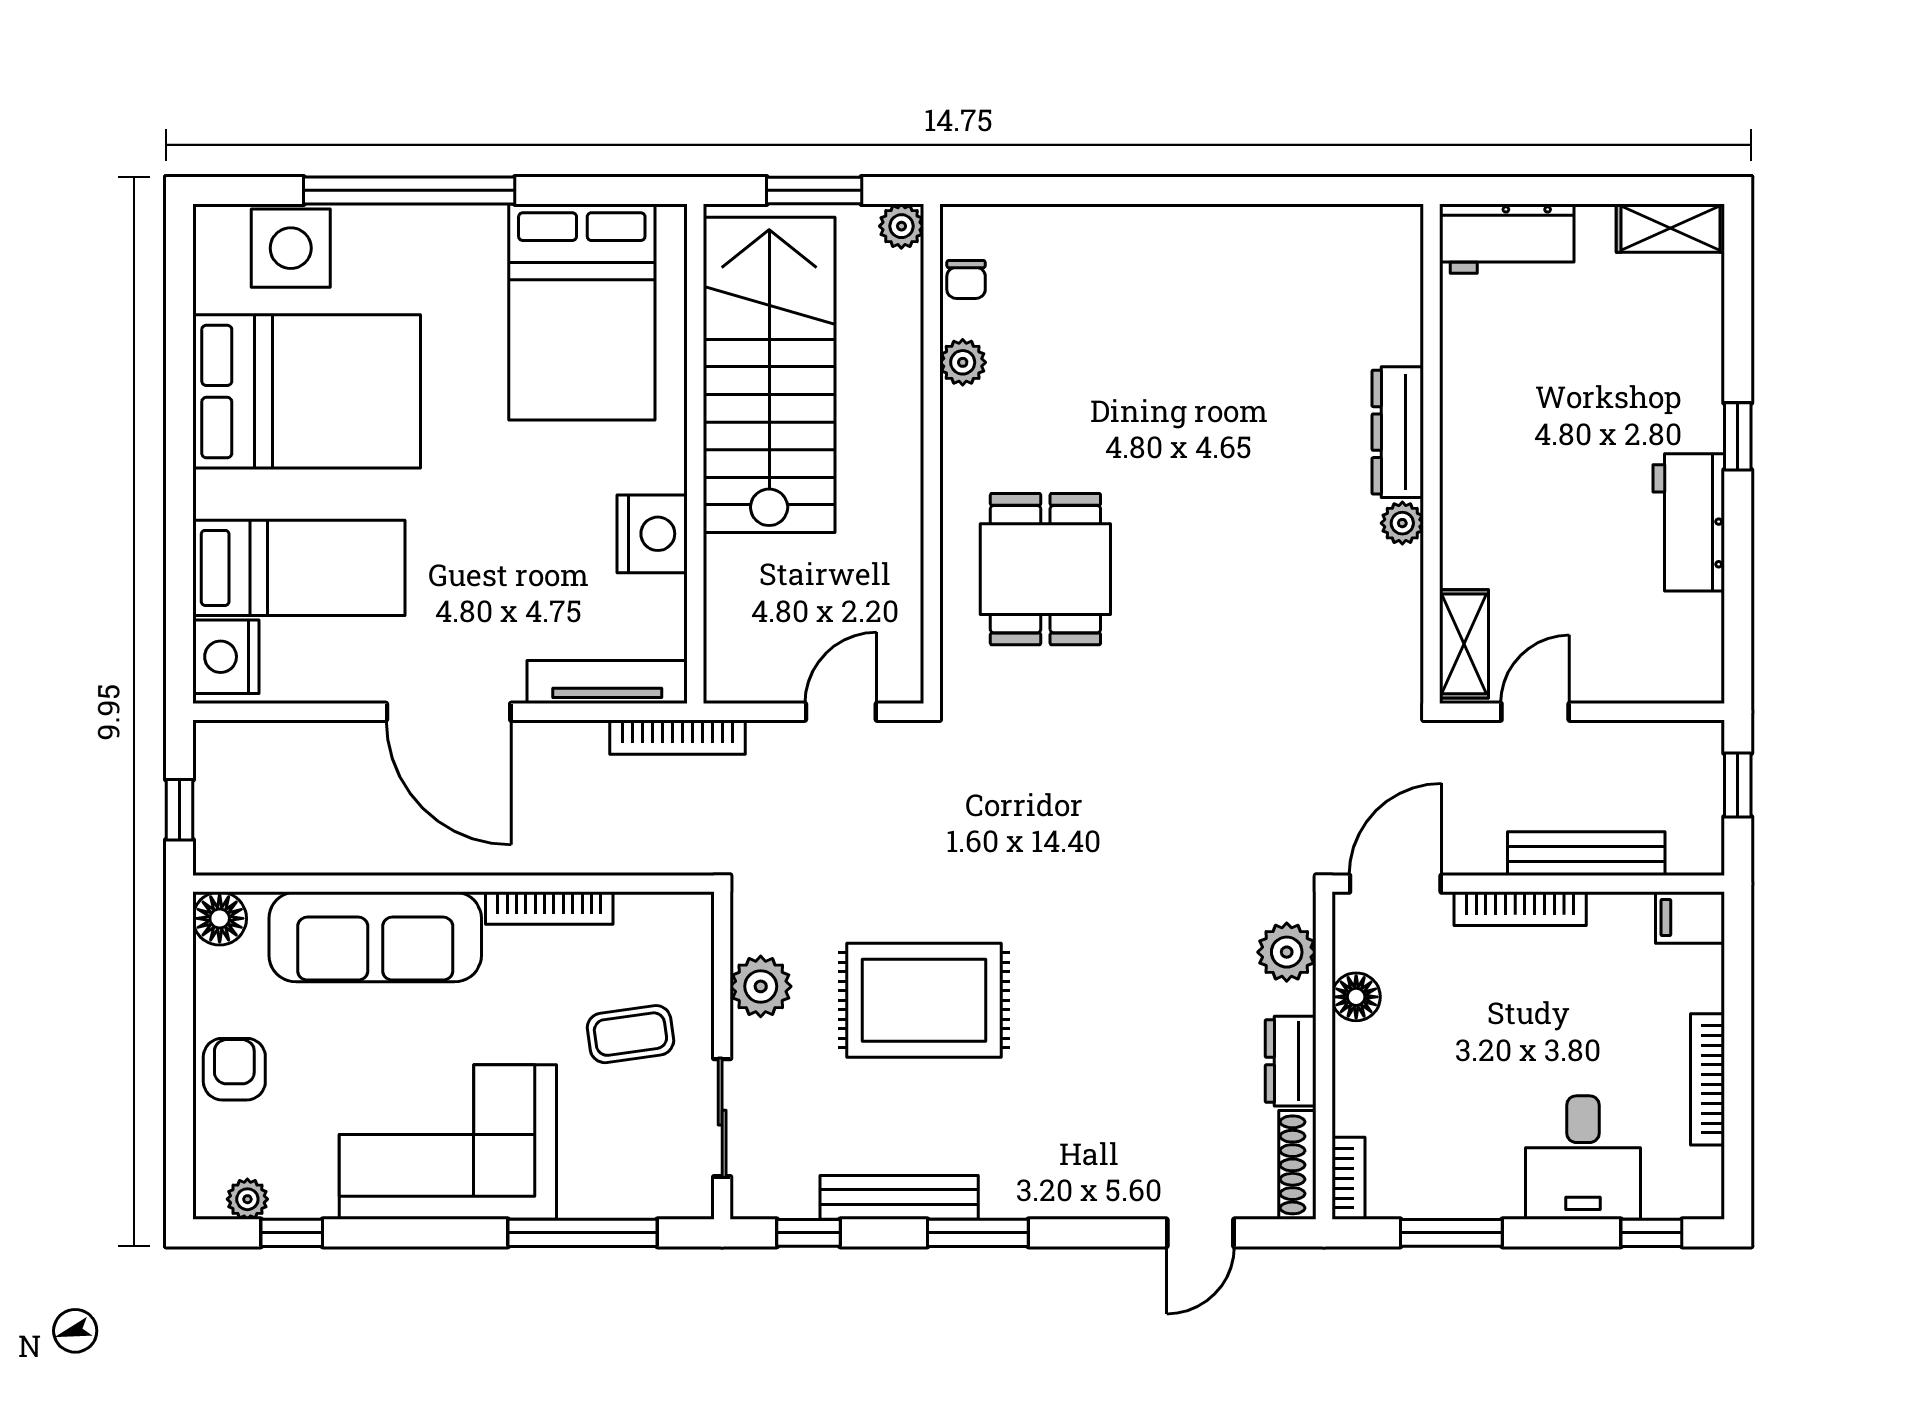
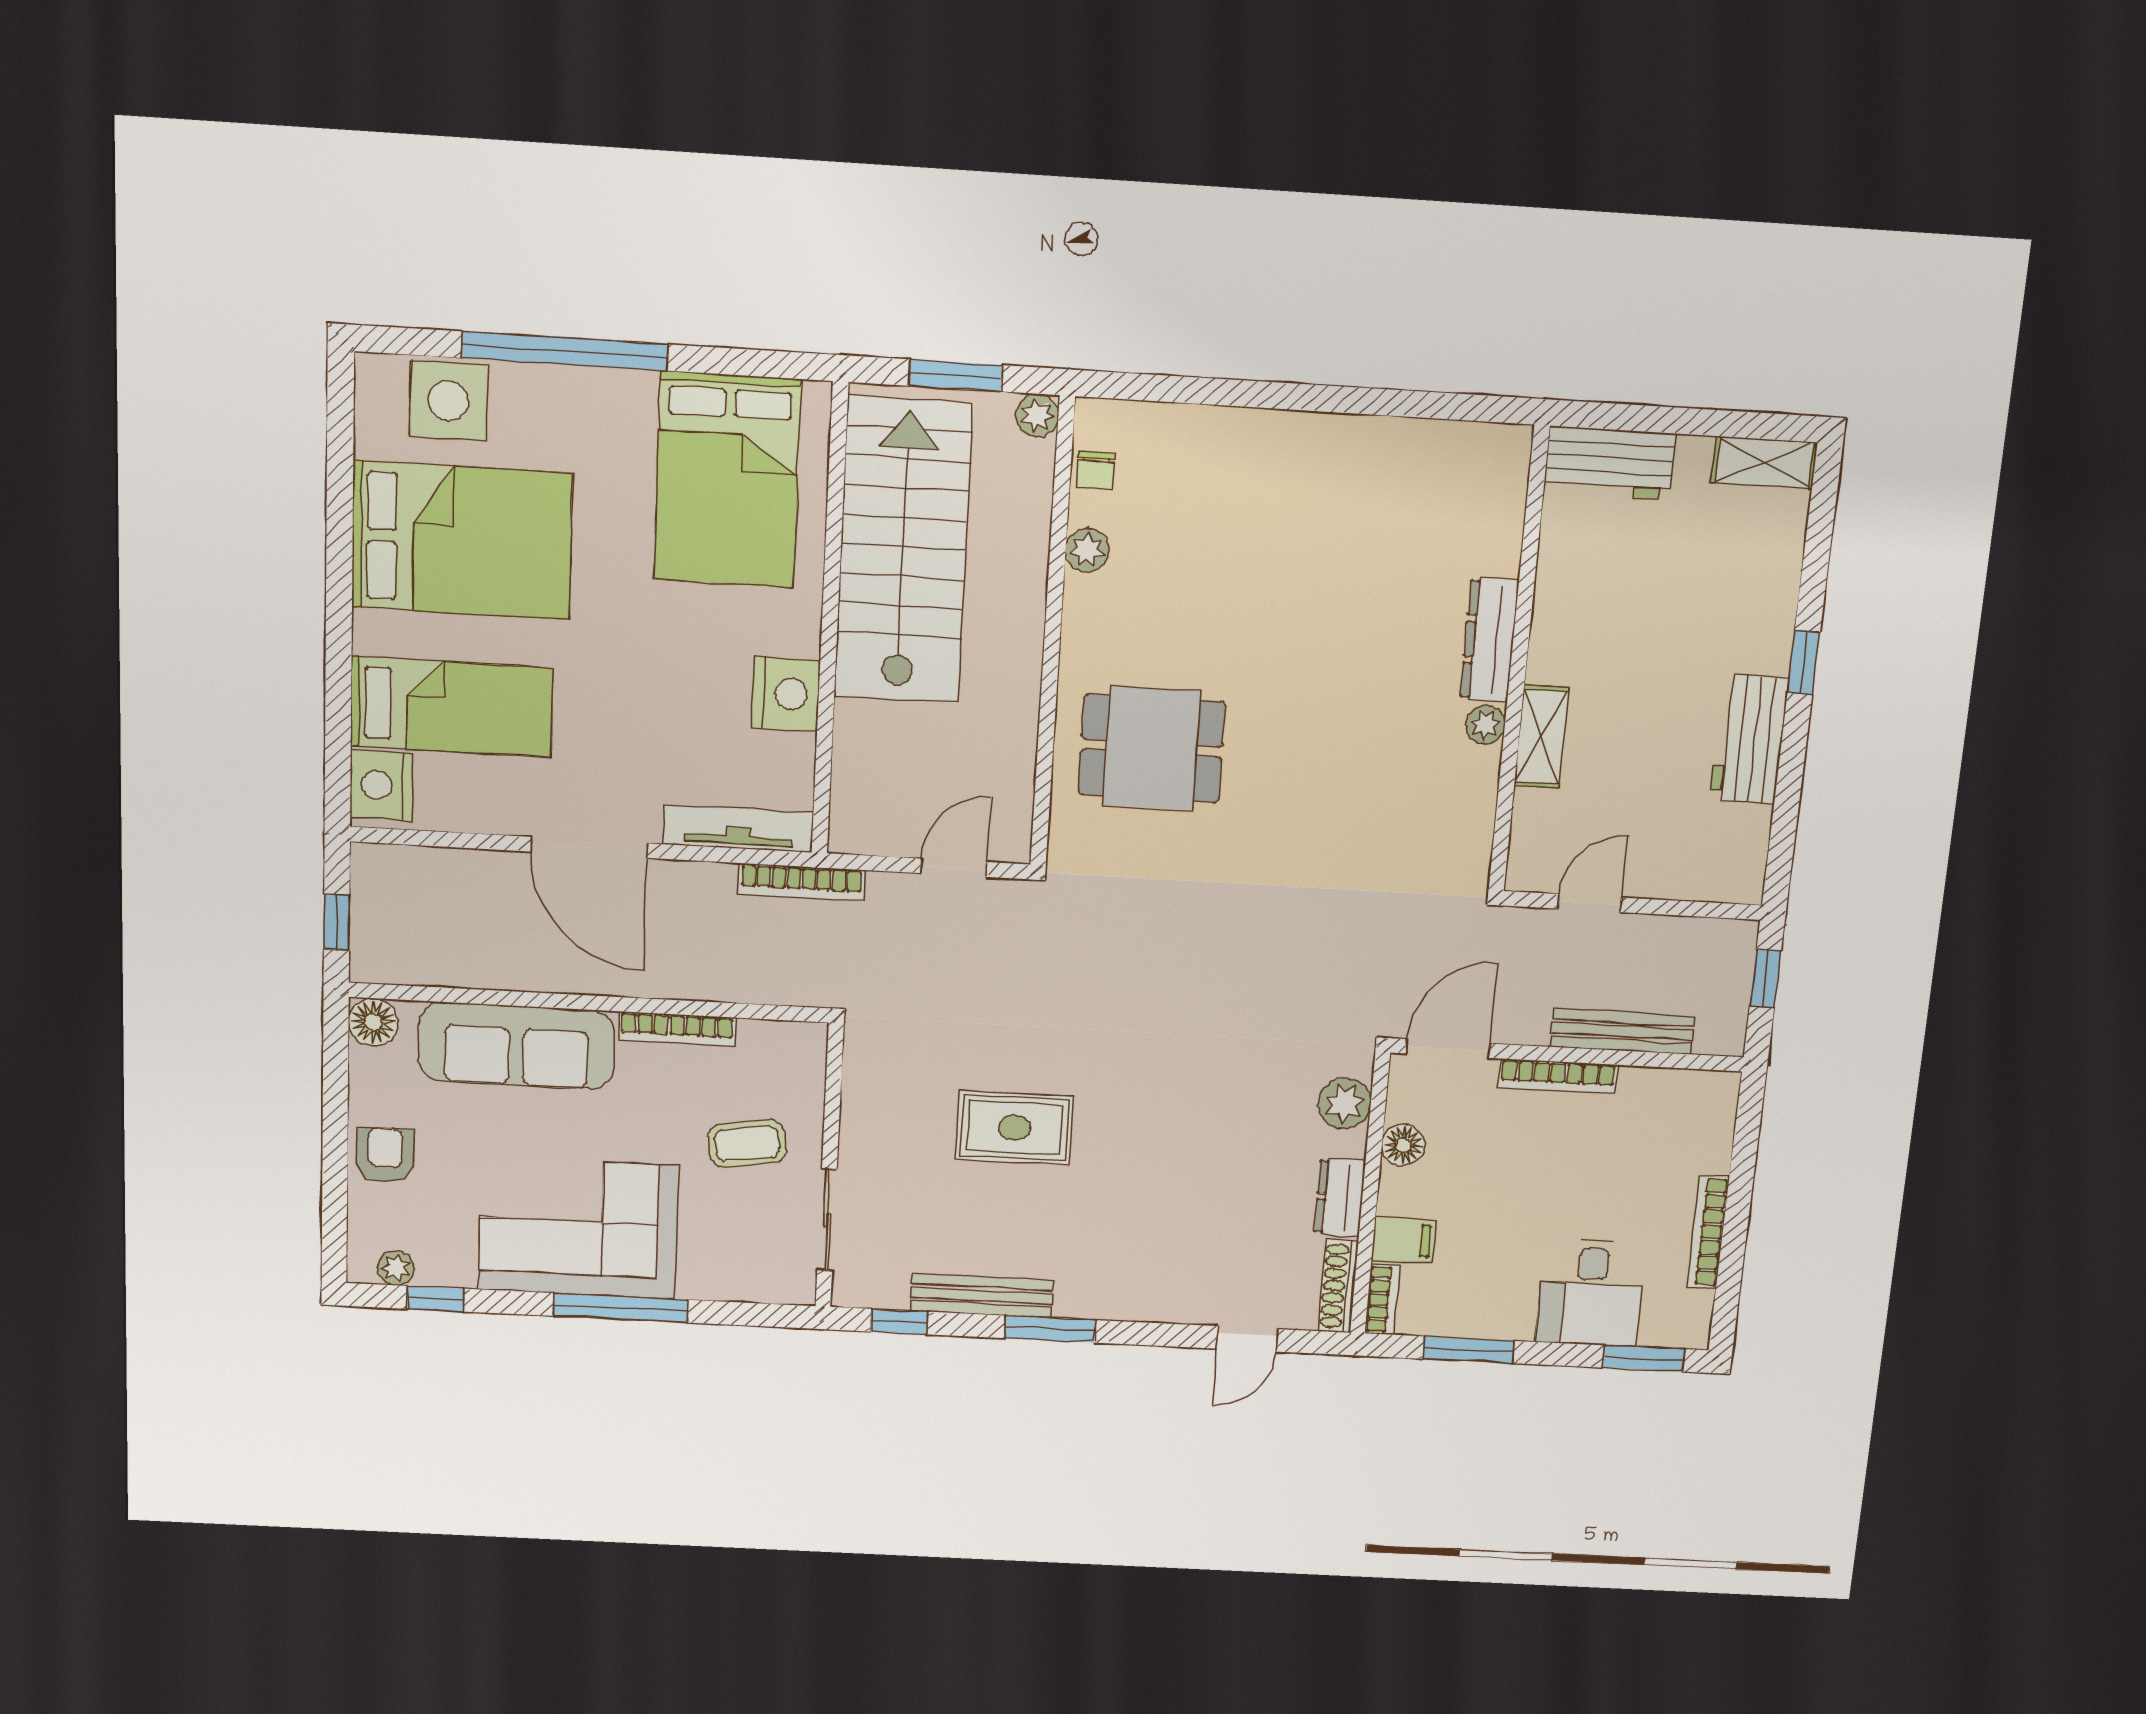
dining table: (1045, 569) -> (1152, 748), turned 90
shelving: (1464, 644) -> (1541, 737), moved
filing cabinet: (1690, 918) -> (1404, 1240), moved, turned 180
plant: (761, 986) -> (867, 1108), removed
rug: (924, 1000) -> (1015, 1128), width x0.73, depth x0.70
window: (583, 1233) -> (621, 1308), moved
window: (1651, 1233) -> (1644, 1358), width x1.50

